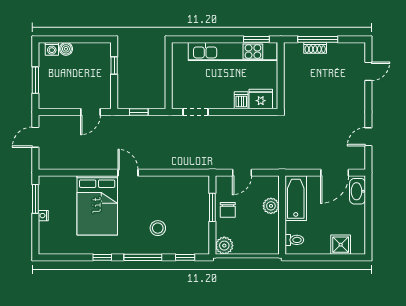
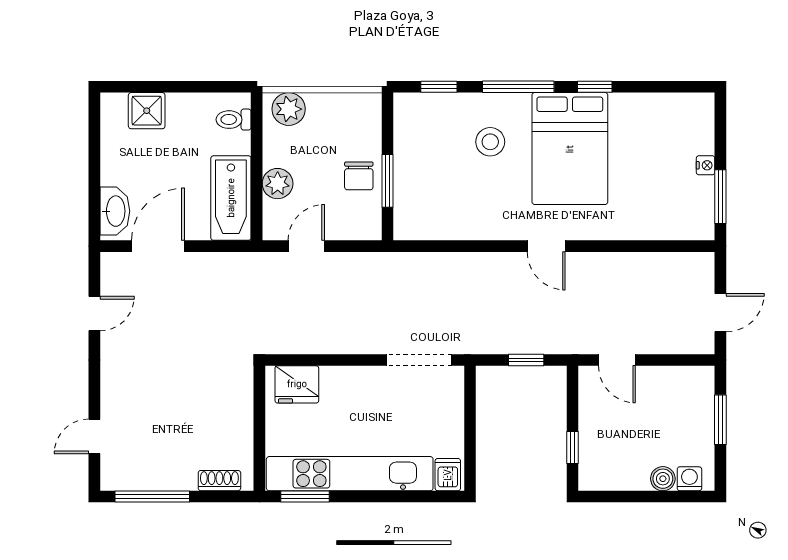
window: (318, 39) -> (152, 497), moved
shoe rack: (315, 48) -> (219, 481), moved
dishwasher: (241, 100) -> (448, 475), moved, turned 180
door: (90, 112) -> (617, 360), swing flipped
doorway: (196, 112) -> (419, 360), width x1.38
door: (242, 173) -> (306, 246), moved
bed: (97, 205) -> (570, 149), moved, turned 180
chair: (228, 210) -> (359, 176), turned 180
plant: (224, 246) -> (289, 109), moved

